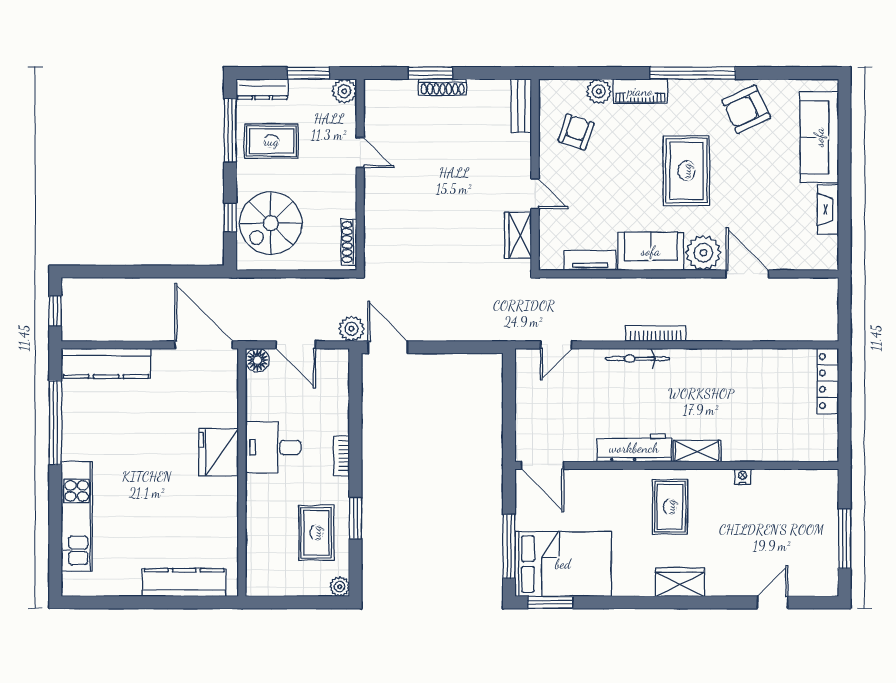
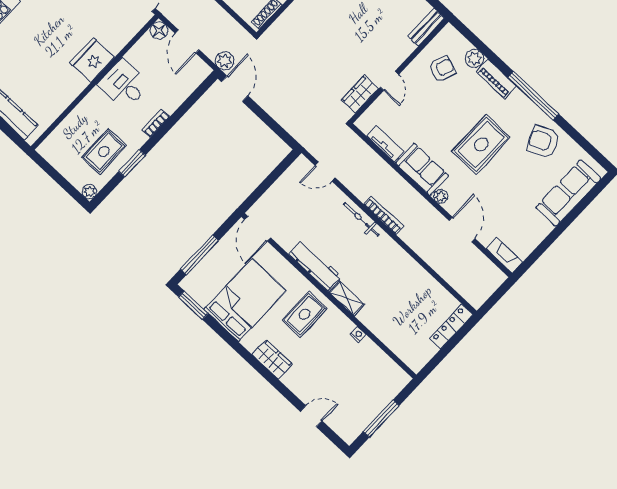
fireplace: (828, 210) -> (504, 255), moved, turned 90
plant: (703, 253) -> (441, 197), width x0.53, depth x0.53
bed: (563, 564) -> (245, 300), moved, turned -90

